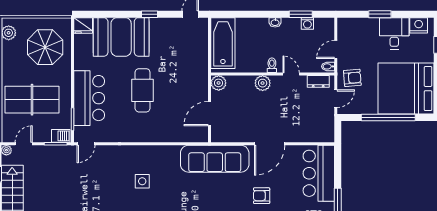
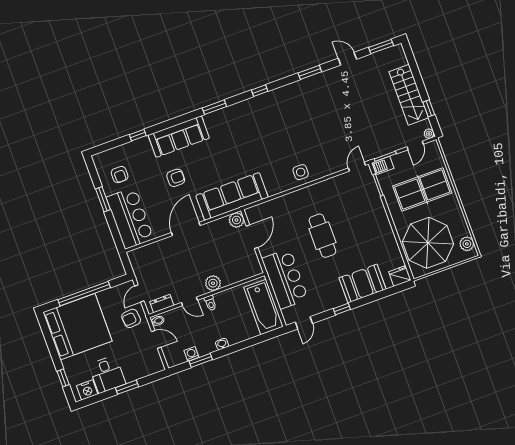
booth: (121, 37) -> (363, 284), width x0.73, depth x0.70
parasol: (45, 47) -> (428, 243), width x1.36, depth x1.36
door: (336, 49) -> (156, 339), hinge flipped
plant: (219, 83) -> (237, 220), moved
bar counter: (89, 98) -> (285, 279), moved, turned 180
side table: (142, 181) -> (301, 172), moved

